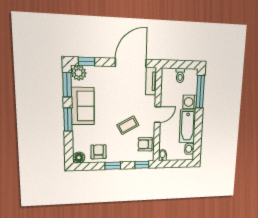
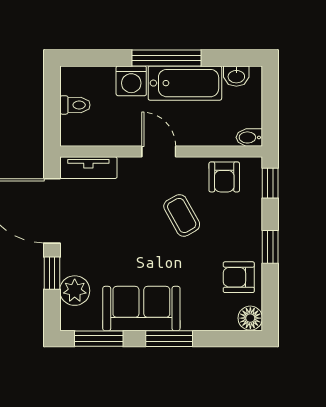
window: (87, 62) -> (52, 273), moved
plant: (79, 73) -> (75, 291), moved
window: (200, 92) -> (167, 58), moved

